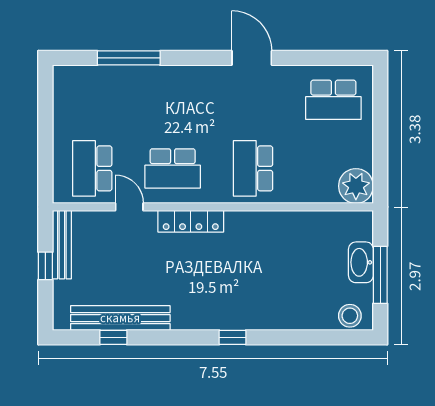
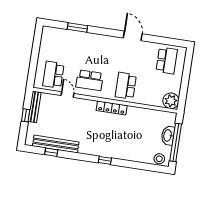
window: (129, 58) -> (77, 27), width x0.69
school desk: (333, 100) -> (167, 60), turned -90
locker: (191, 221) -> (112, 108), moved
window: (380, 275) -> (176, 142), width x1.46

